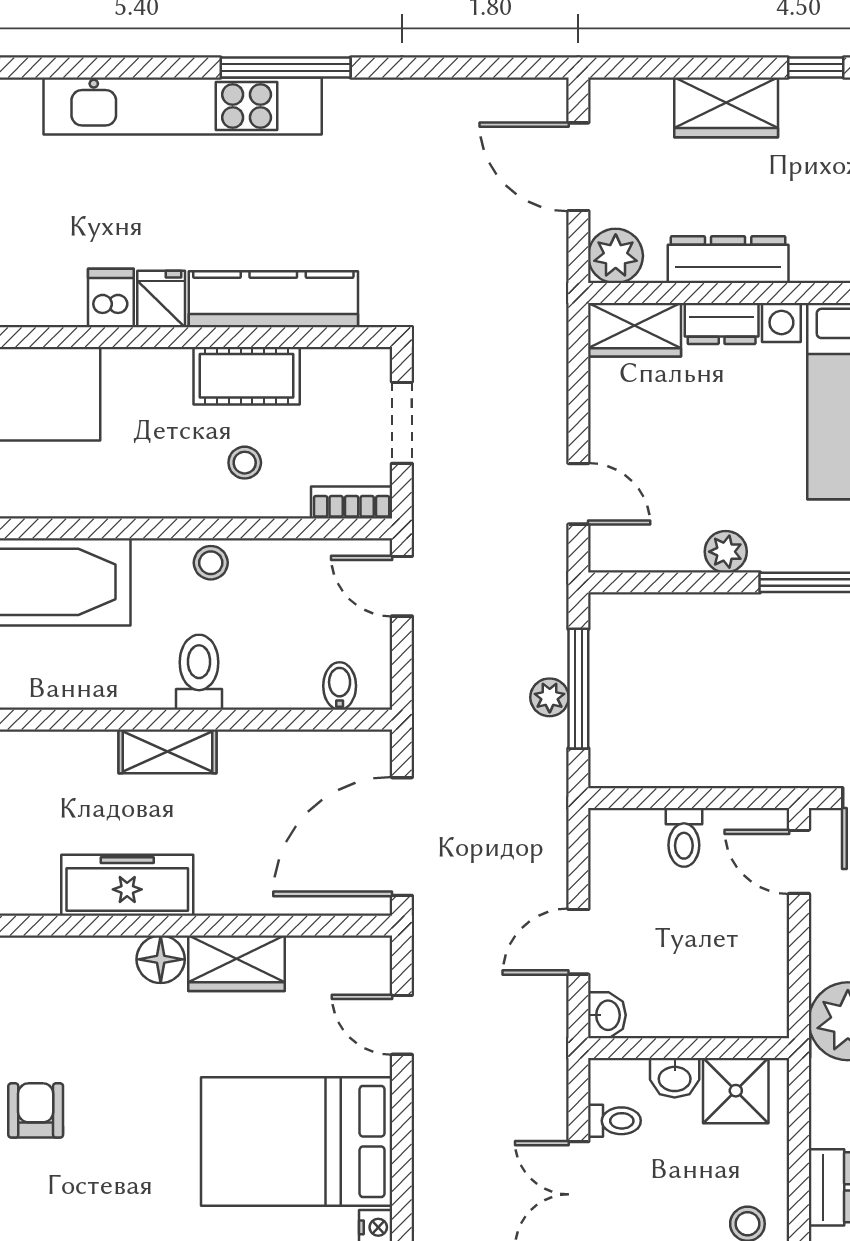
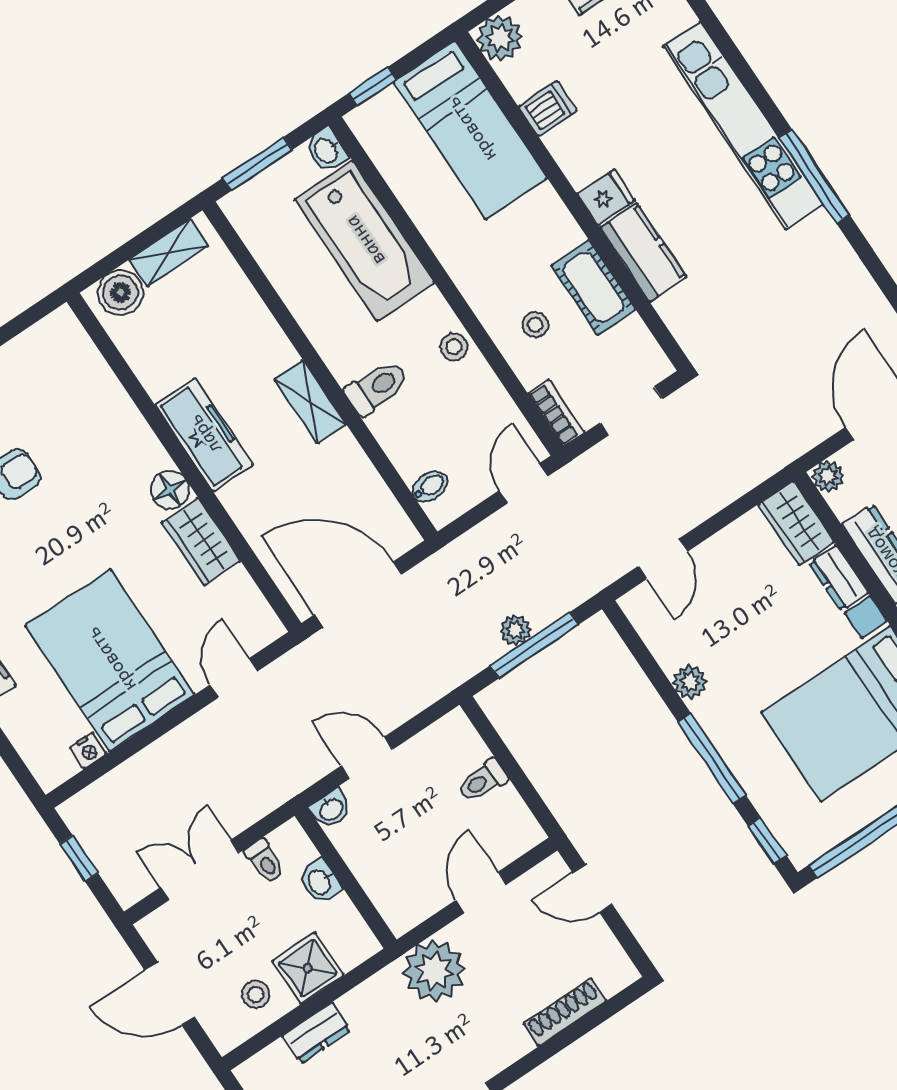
plant: (616, 256) -> (828, 476), width x0.73, depth x0.73
dishwasher: (111, 298) -> (548, 109), moved
kitchen counter: (273, 299) -> (643, 253), width x0.67
door: (799, 862) -> (481, 893), moved
shower: (736, 1091) -> (308, 968), moved

